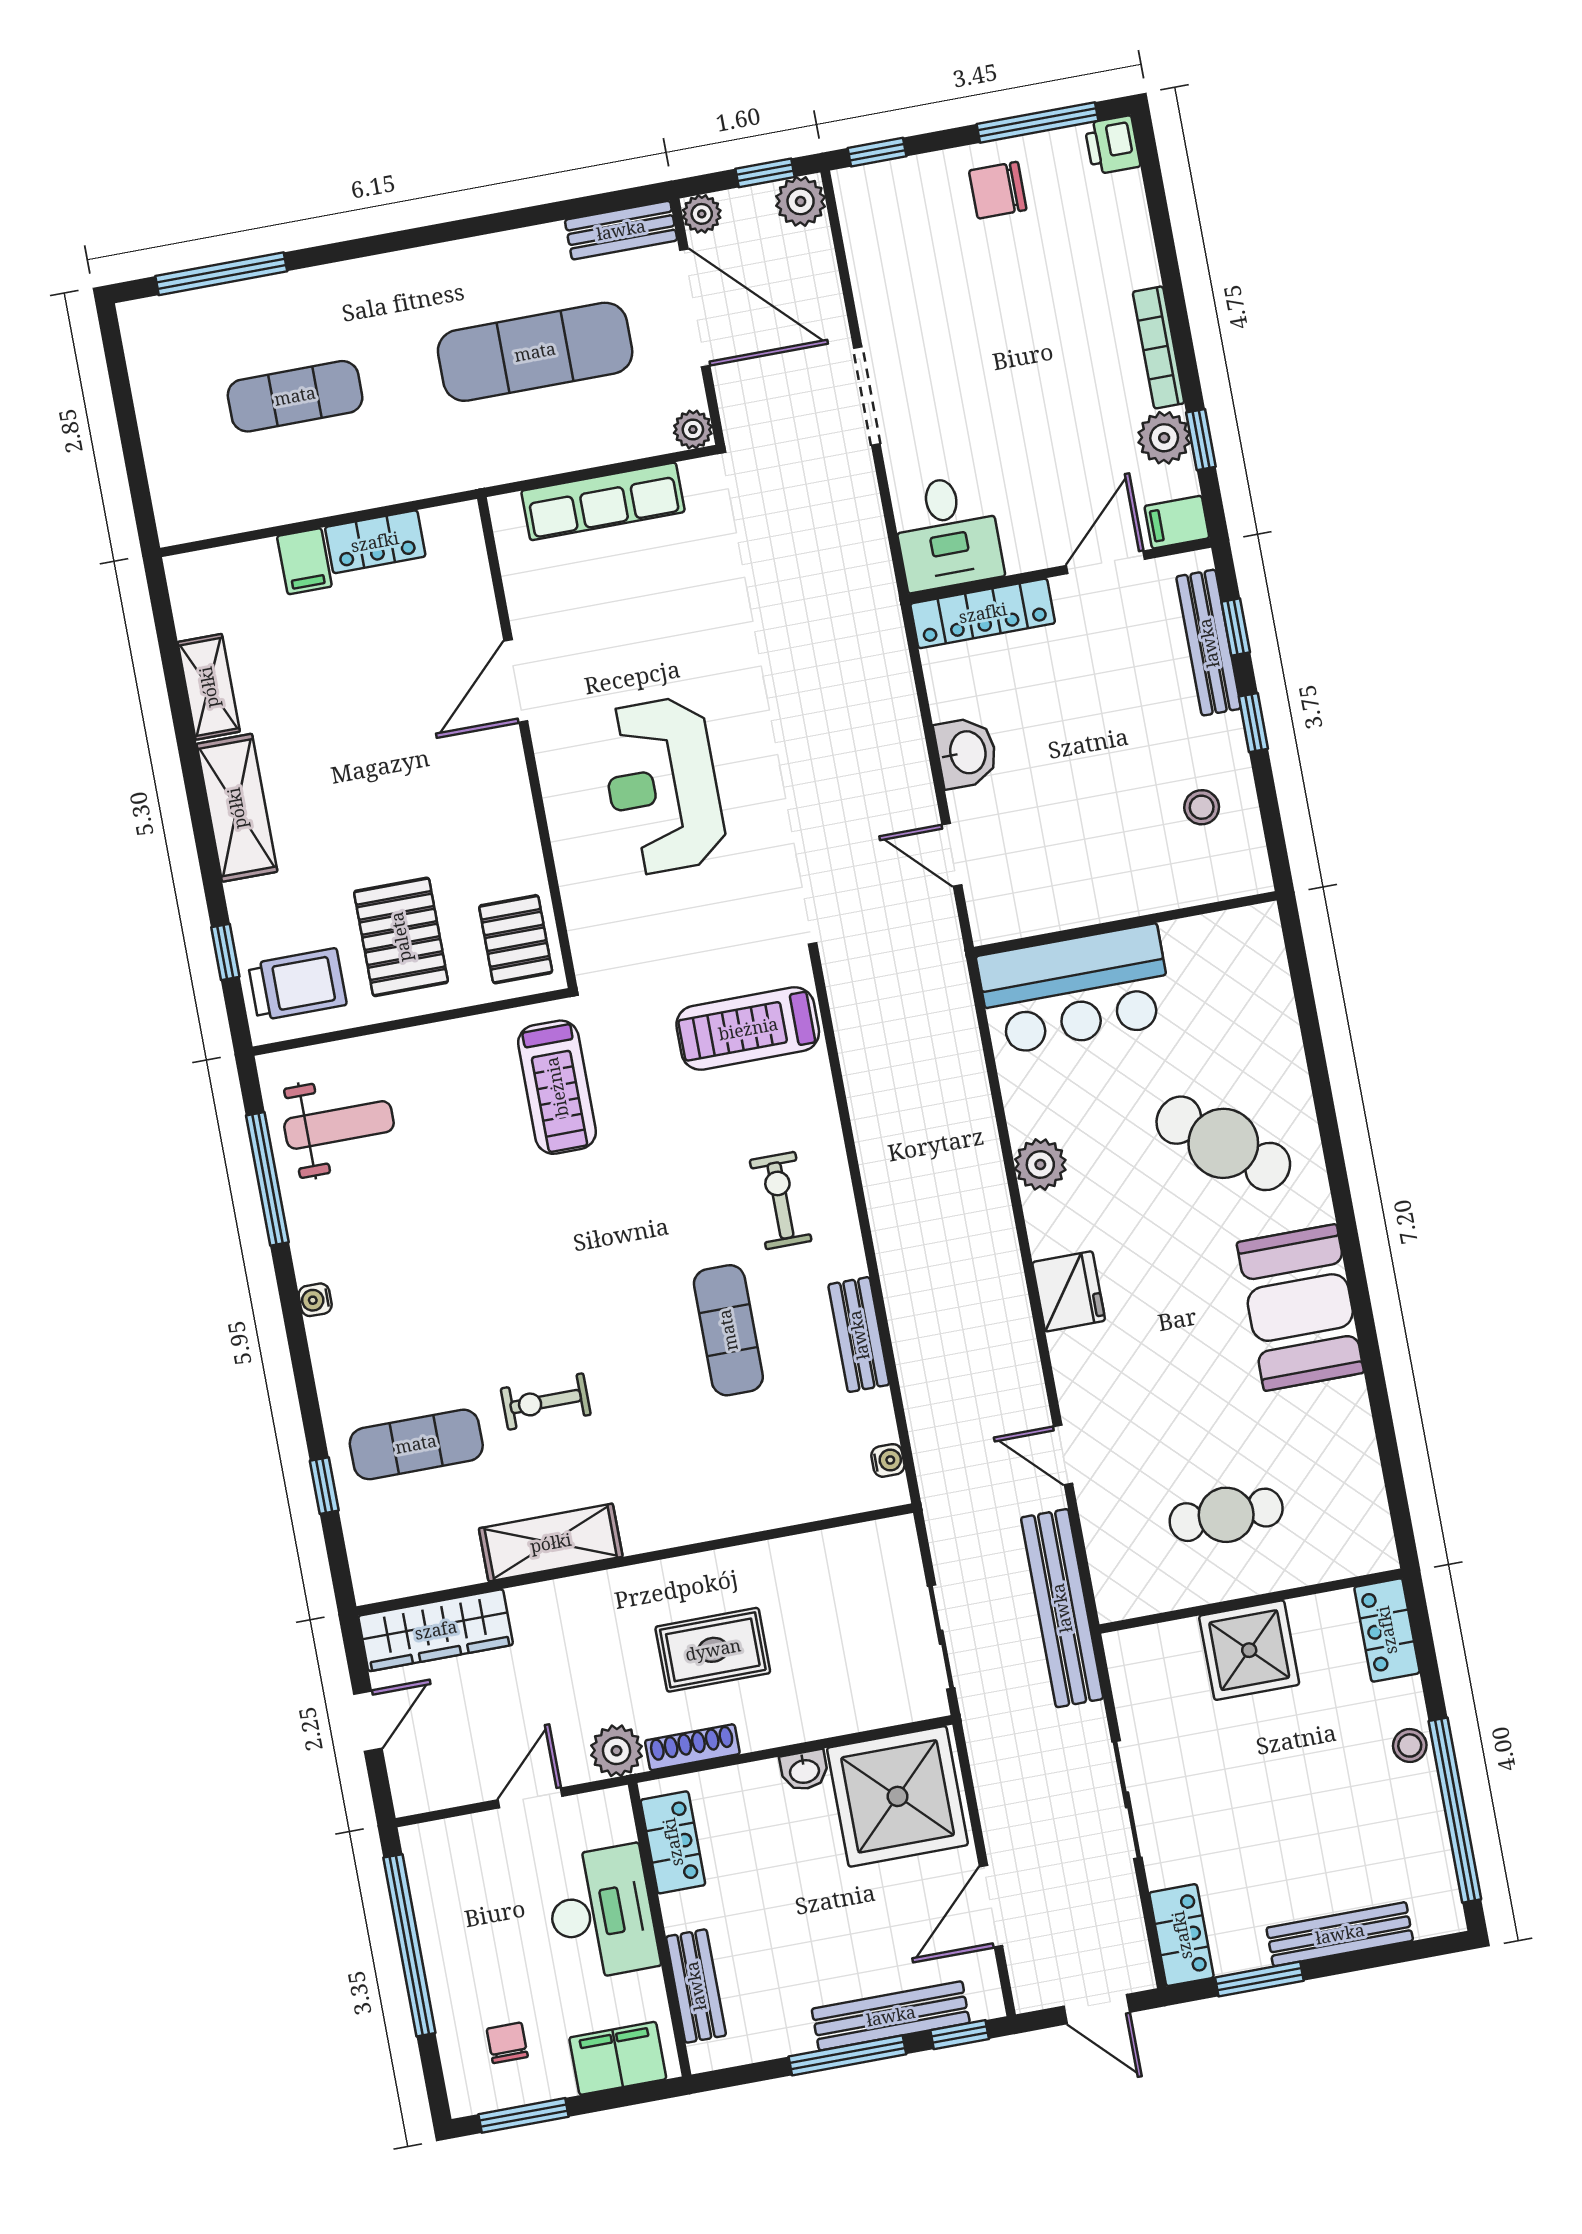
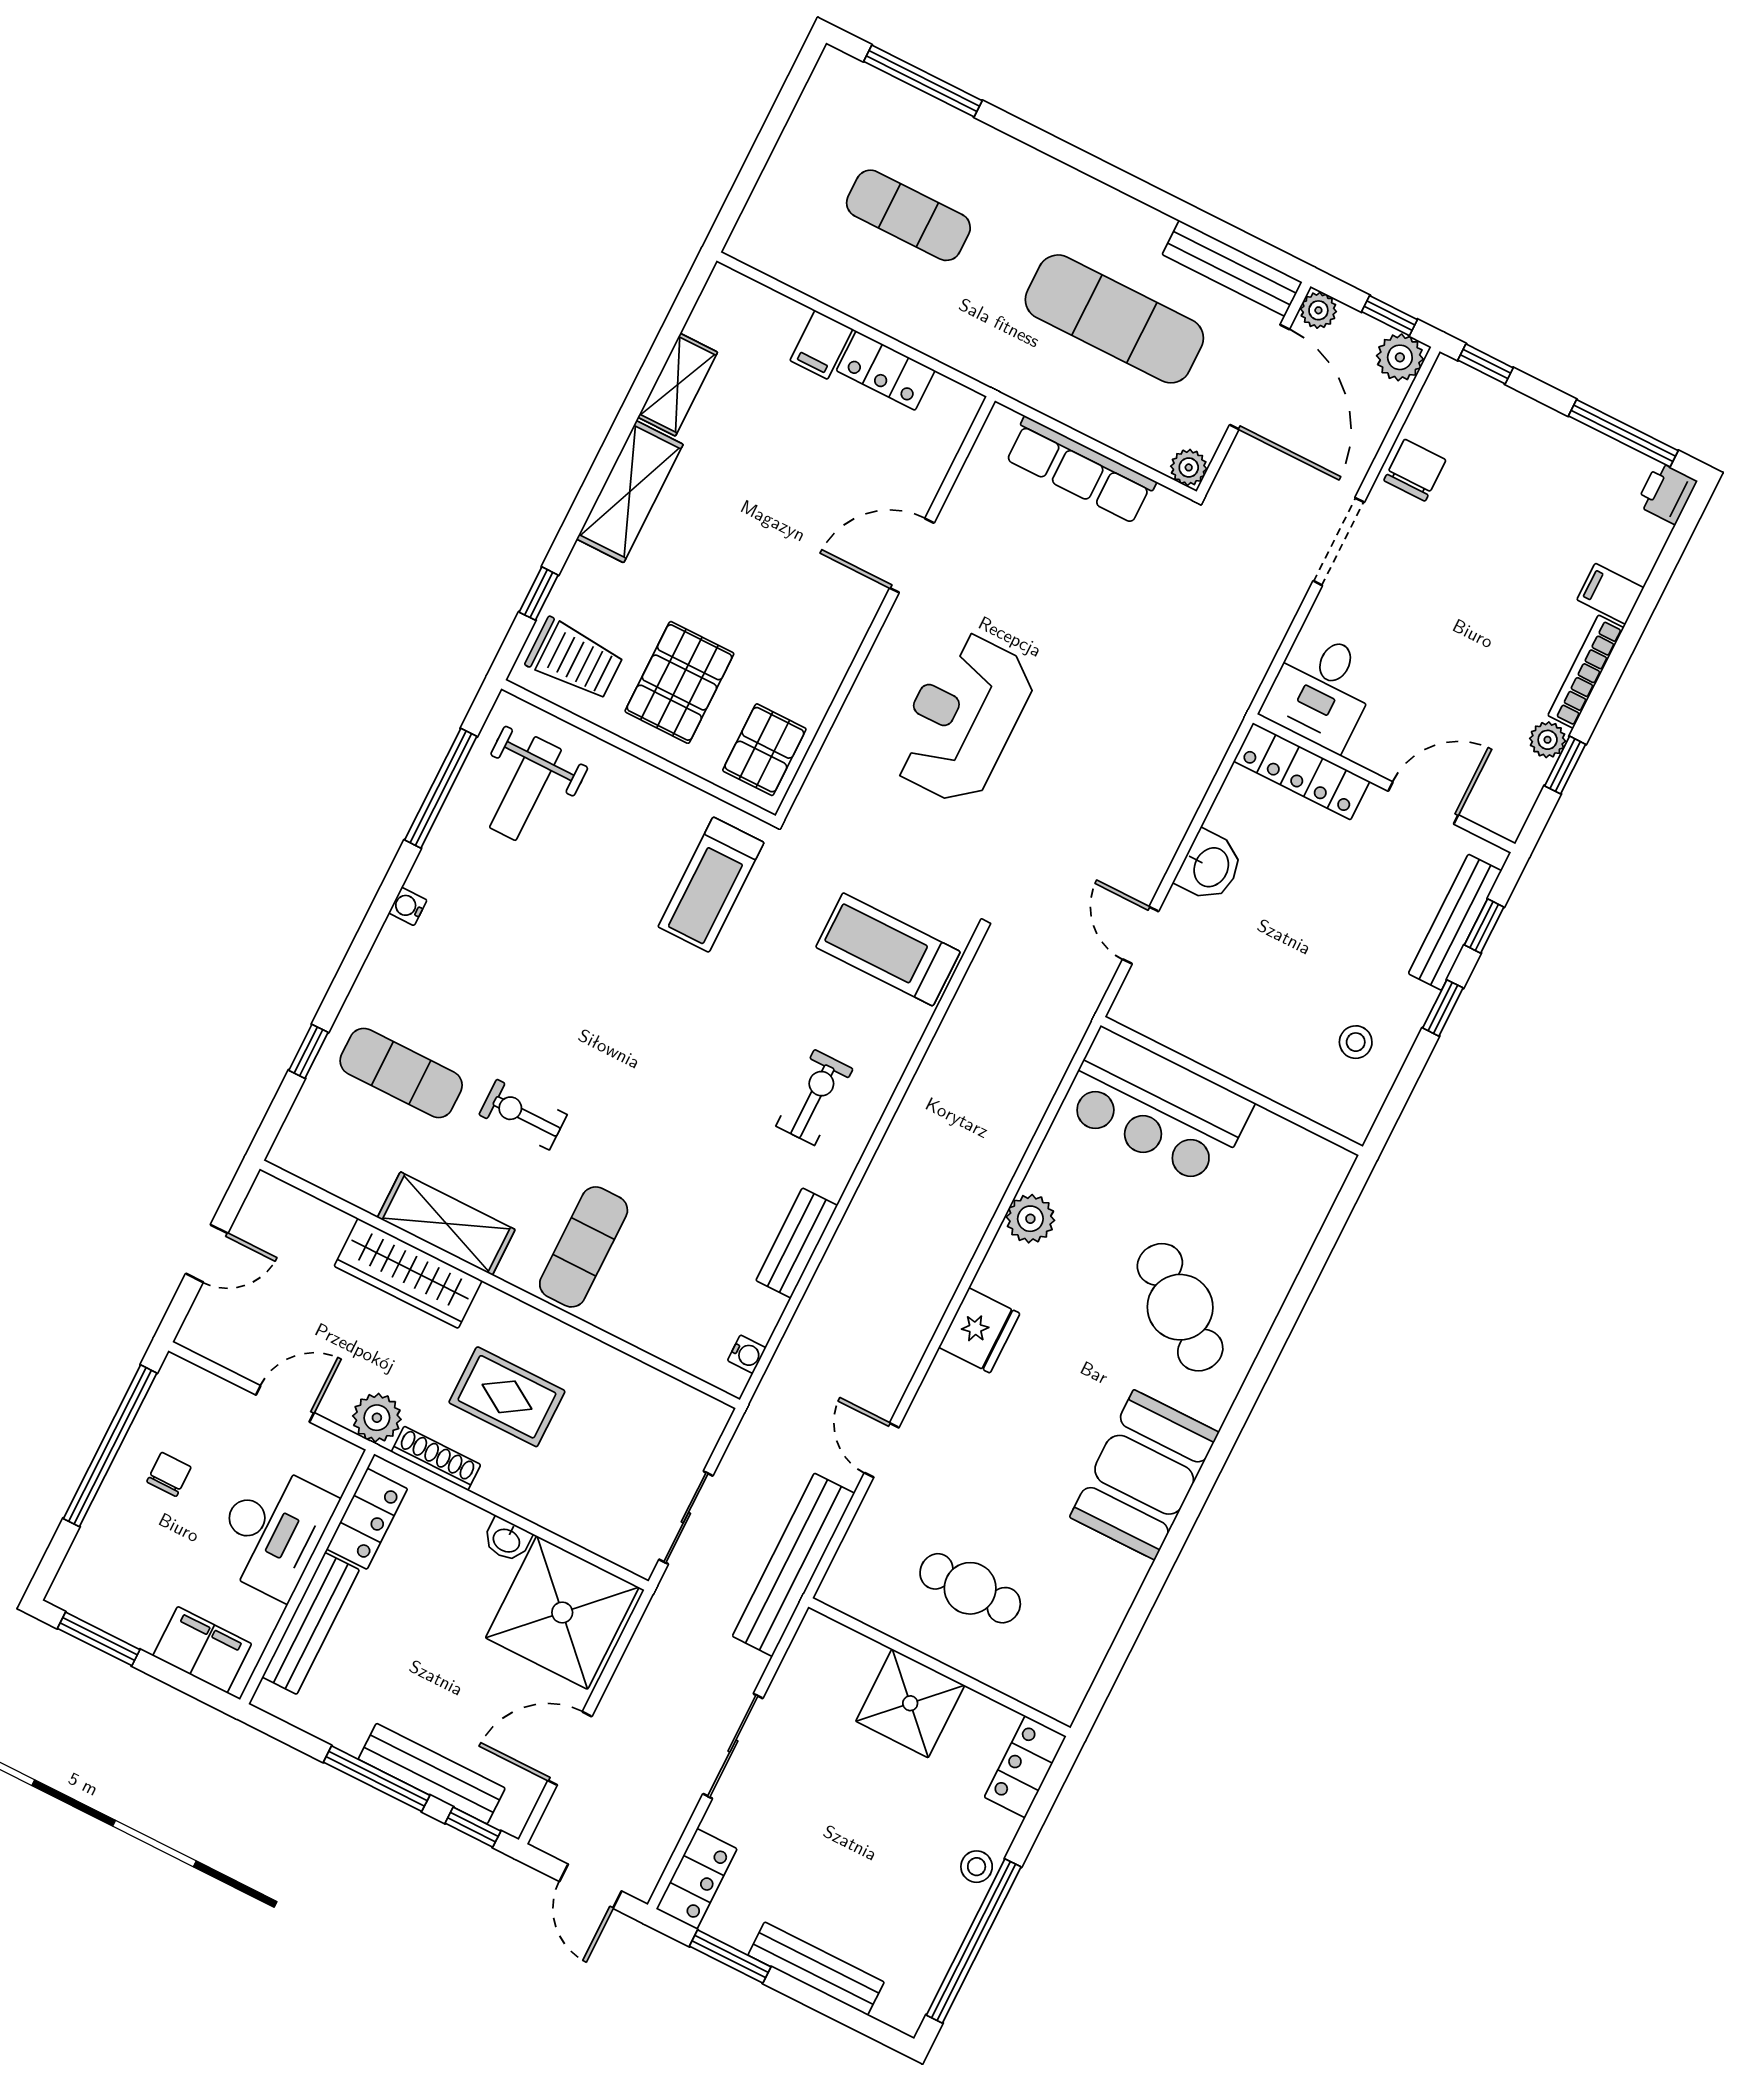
chair: (998, 190) -> (1415, 470), moved, turned 90
bench: (621, 230) -> (1232, 268), width x1.36
plant: (1164, 438) -> (1548, 740), width x0.73, depth x0.73
filing cabinet: (1177, 522) -> (1610, 594), moved
weight bench: (339, 1125) -> (525, 789), turned 90
exercise mat: (728, 1330) -> (584, 1247), moved
wardrobe: (436, 1630) -> (408, 1273), moved
bench: (696, 1986) -> (311, 1623), width x1.36
chair: (507, 2043) -> (169, 1474), moved

